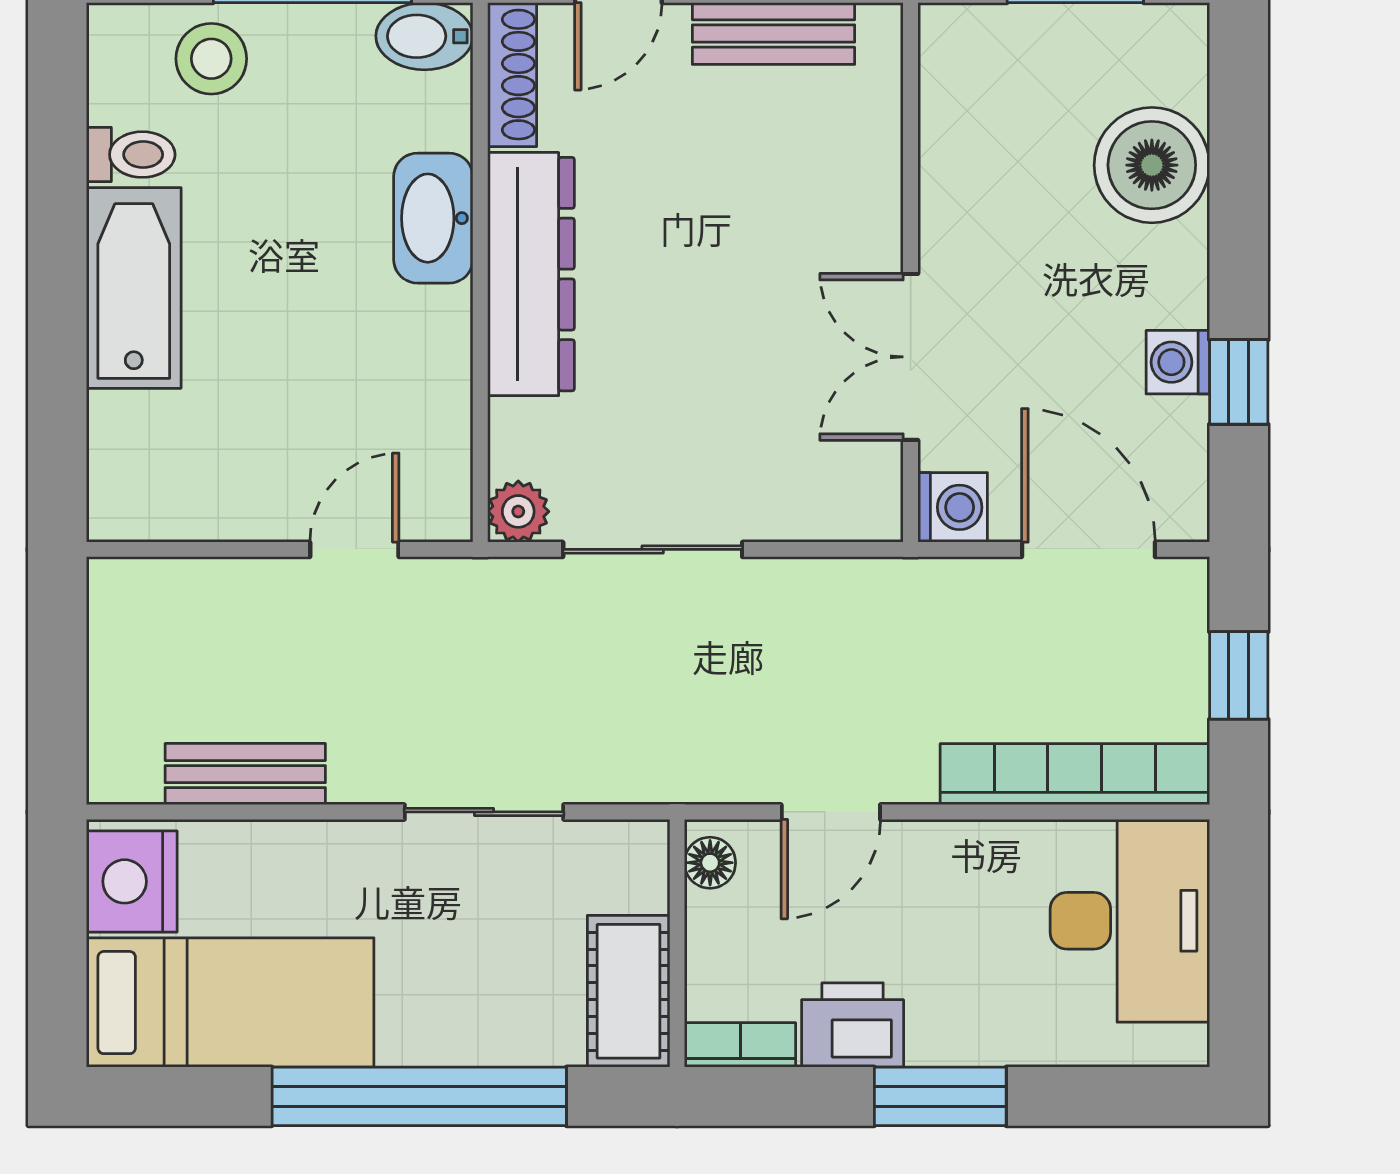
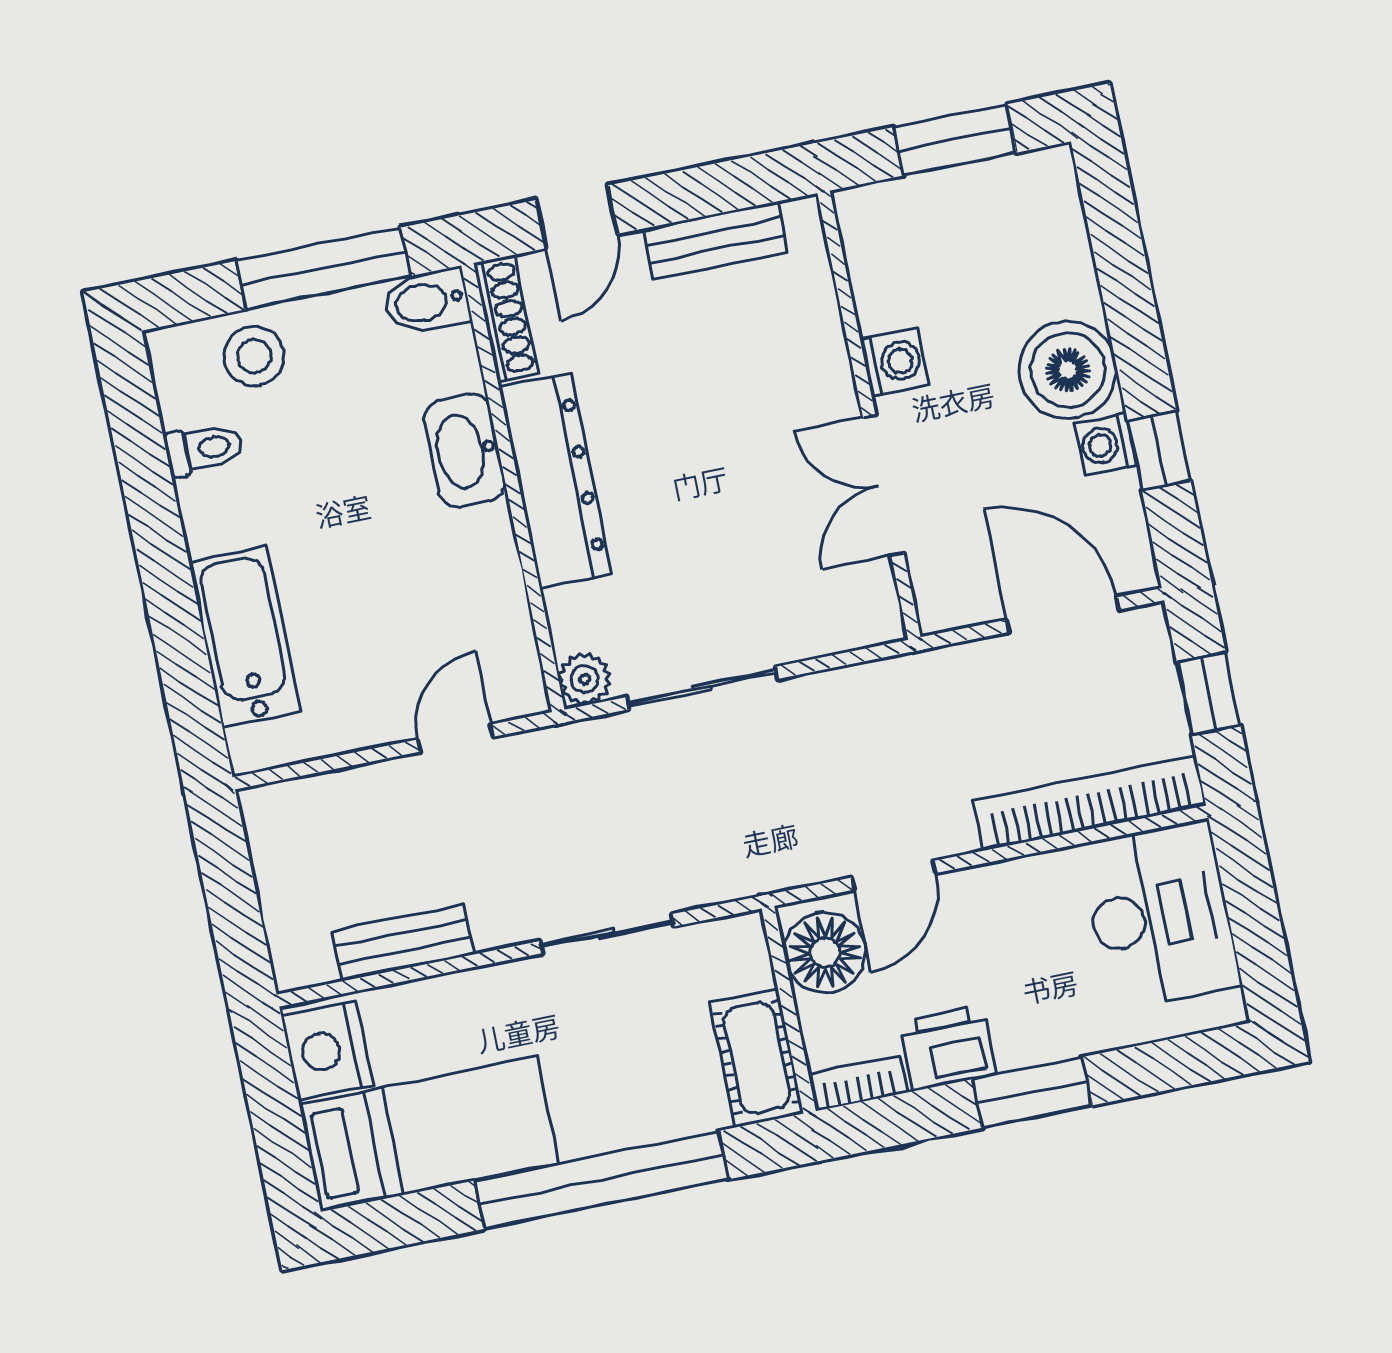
boiler: (1152, 165) -> (1068, 370), moved
bathtub: (134, 288) -> (245, 637), moved
washing machine: (953, 507) -> (894, 362), moved
floor lamp: (710, 863) -> (825, 953), width x1.89, depth x1.89

